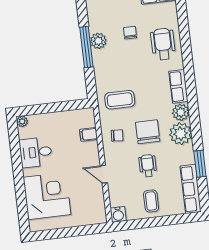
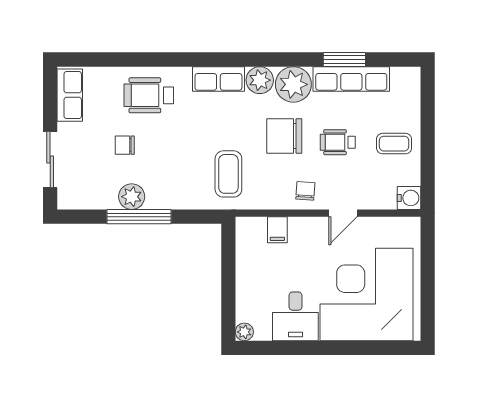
chair: (117, 135) -> (305, 191), moved
row of seats: (191, 189) -> (351, 79), moved
corner desk: (47, 196) -> (366, 294), width x1.36, depth x1.36

